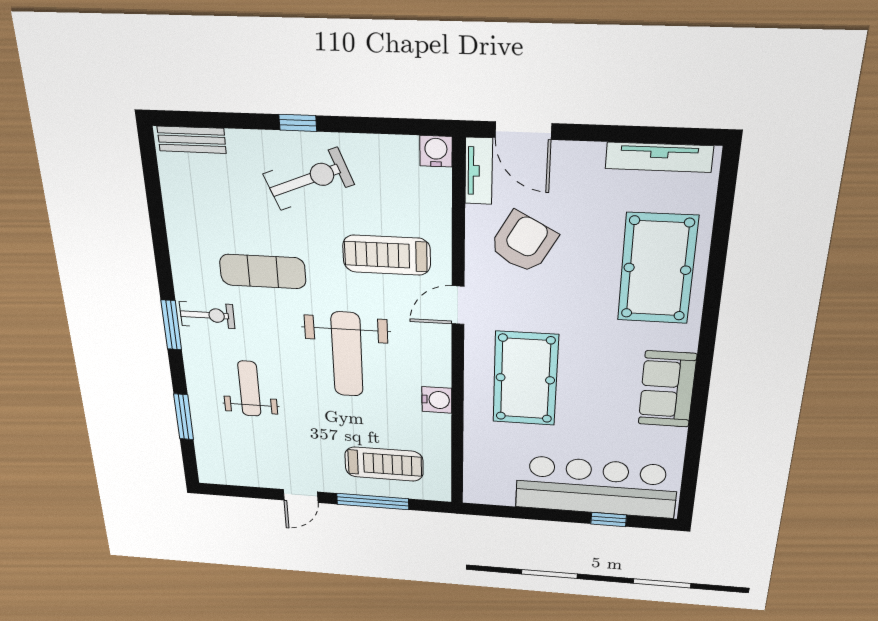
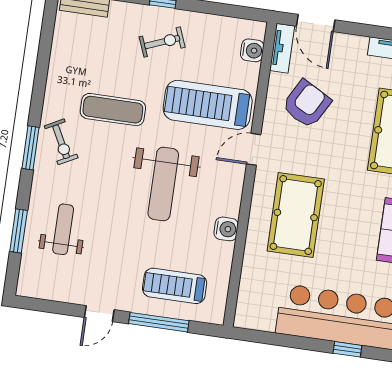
water cooler: (436, 151) -> (252, 50), moved, turned 90
exercise bike: (309, 179) -> (162, 42), width x0.73, depth x0.72
treadmill: (387, 255) -> (208, 105), width x1.37, depth x1.38
exercise bike: (207, 315) -> (61, 142), turned 62
weight bench: (249, 389) -> (63, 229), moved
treadmill: (384, 464) -> (175, 286), turned 180

